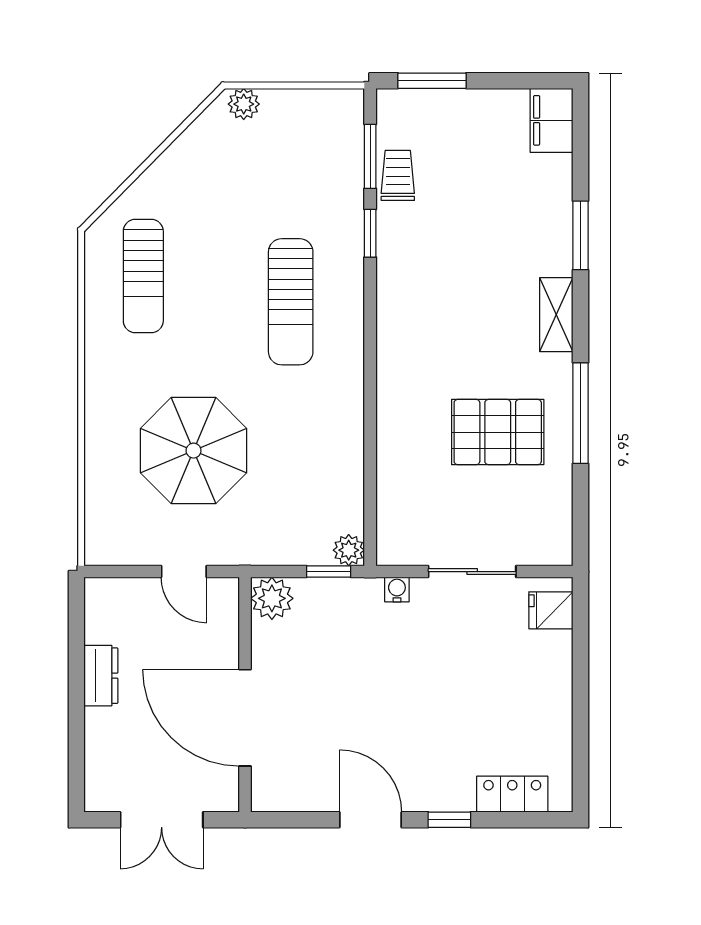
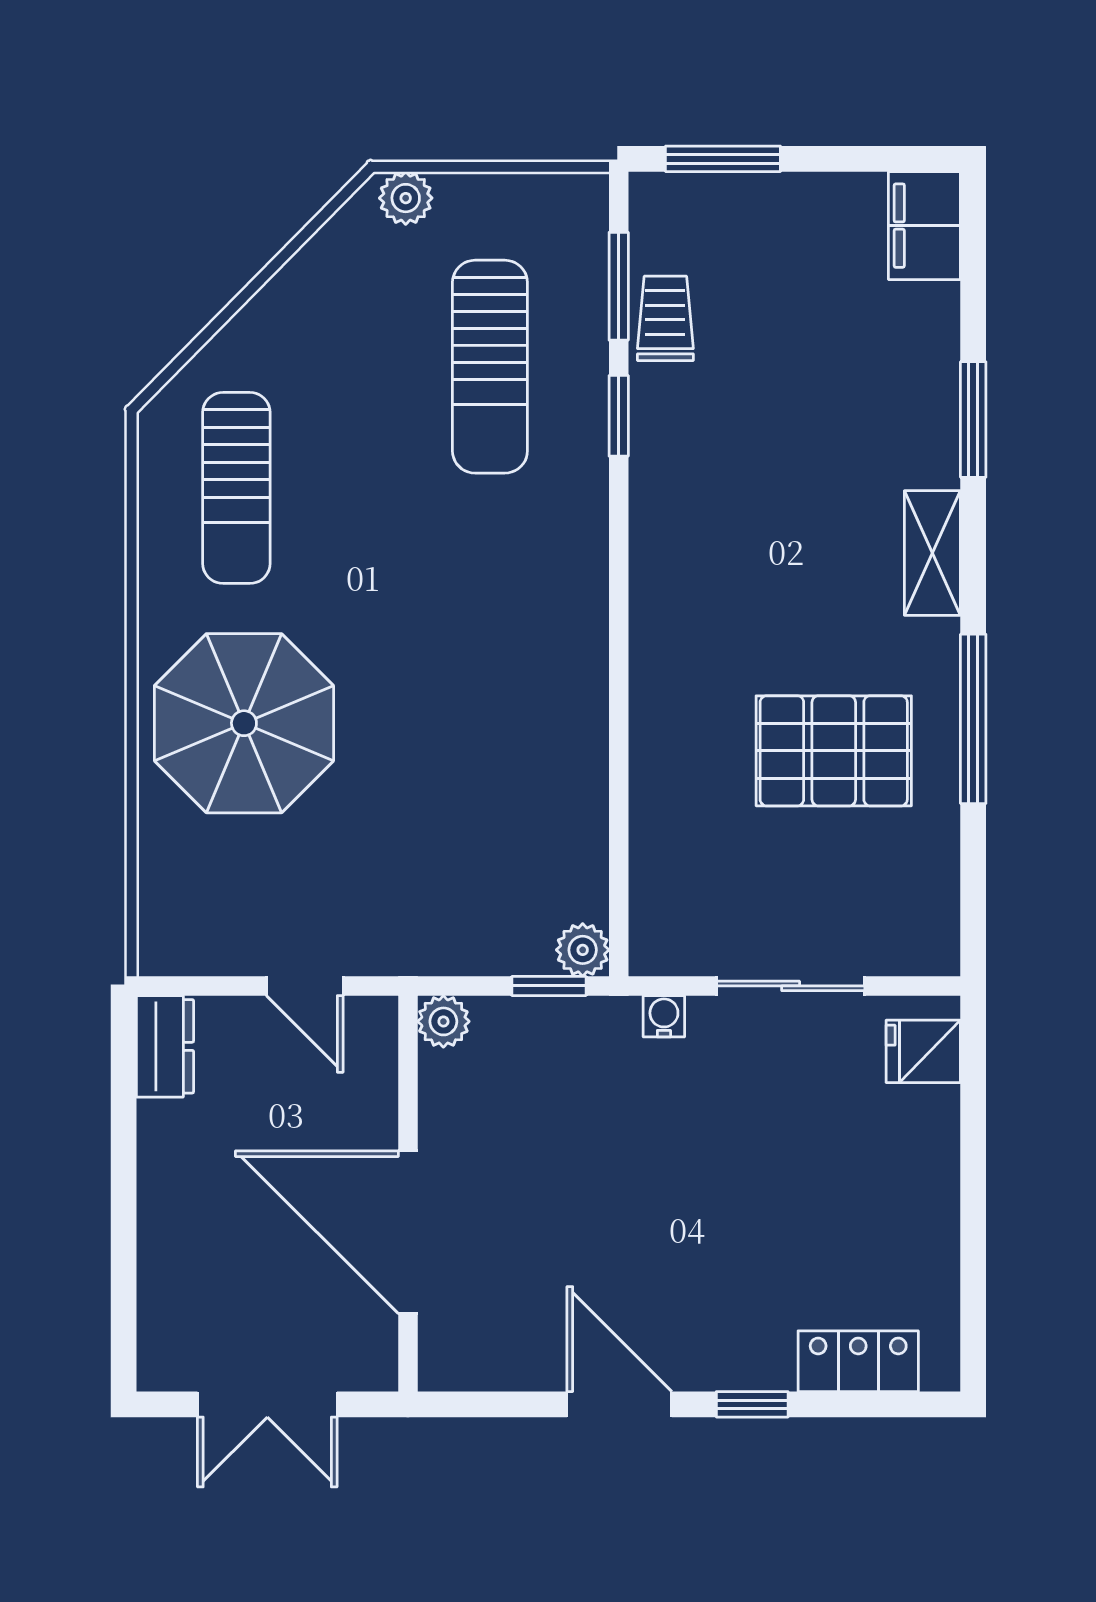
sun lounger: (291, 302) -> (490, 367), moved
parasol: (194, 451) -> (244, 723), moved
plant: (272, 598) -> (443, 1021), width x0.73, depth x0.73
dresser: (101, 676) -> (165, 1046), moved

